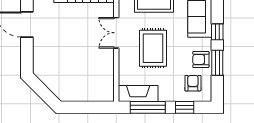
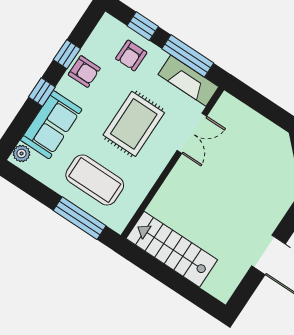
double door: (116, 33) -> (192, 133), moved
window: (217, 63) -> (67, 54), width x0.67
armchair: (193, 83) -> (131, 55), moved

